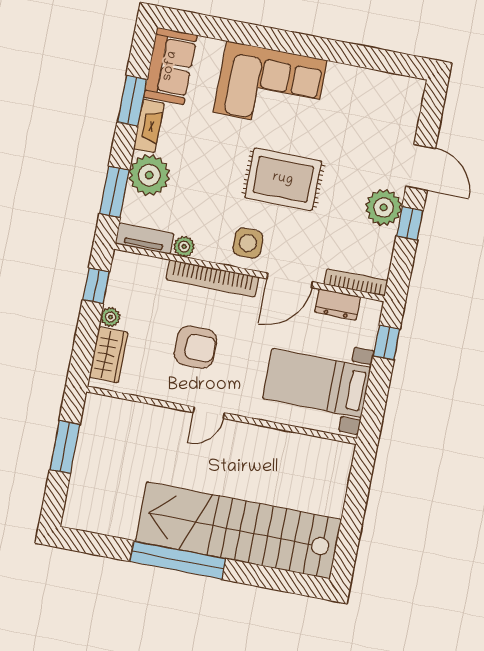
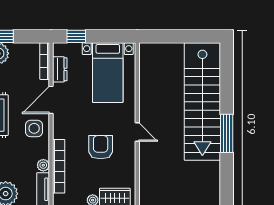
bookcase: (212, 278) -> (59, 166), moved
door: (290, 280) -> (51, 100), swing flipped
window: (178, 560) -> (227, 133), width x0.68

